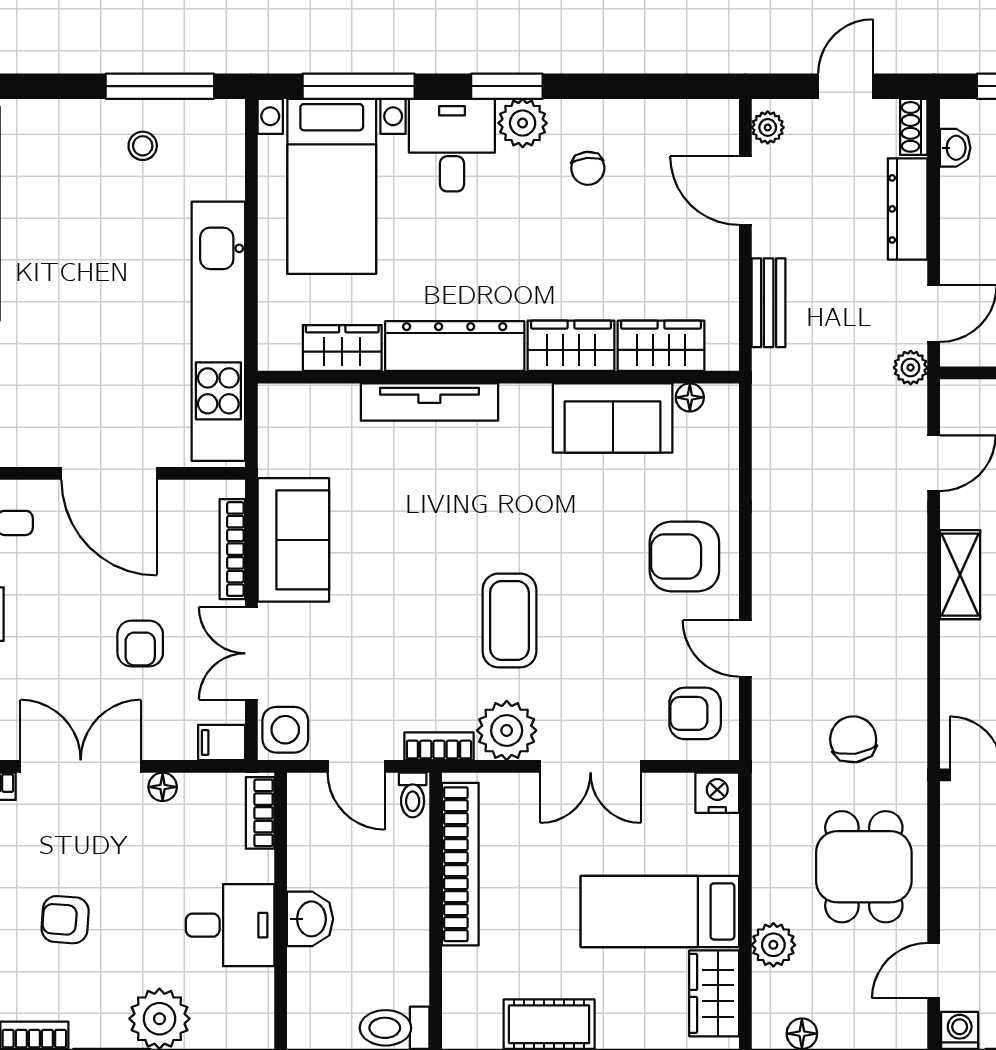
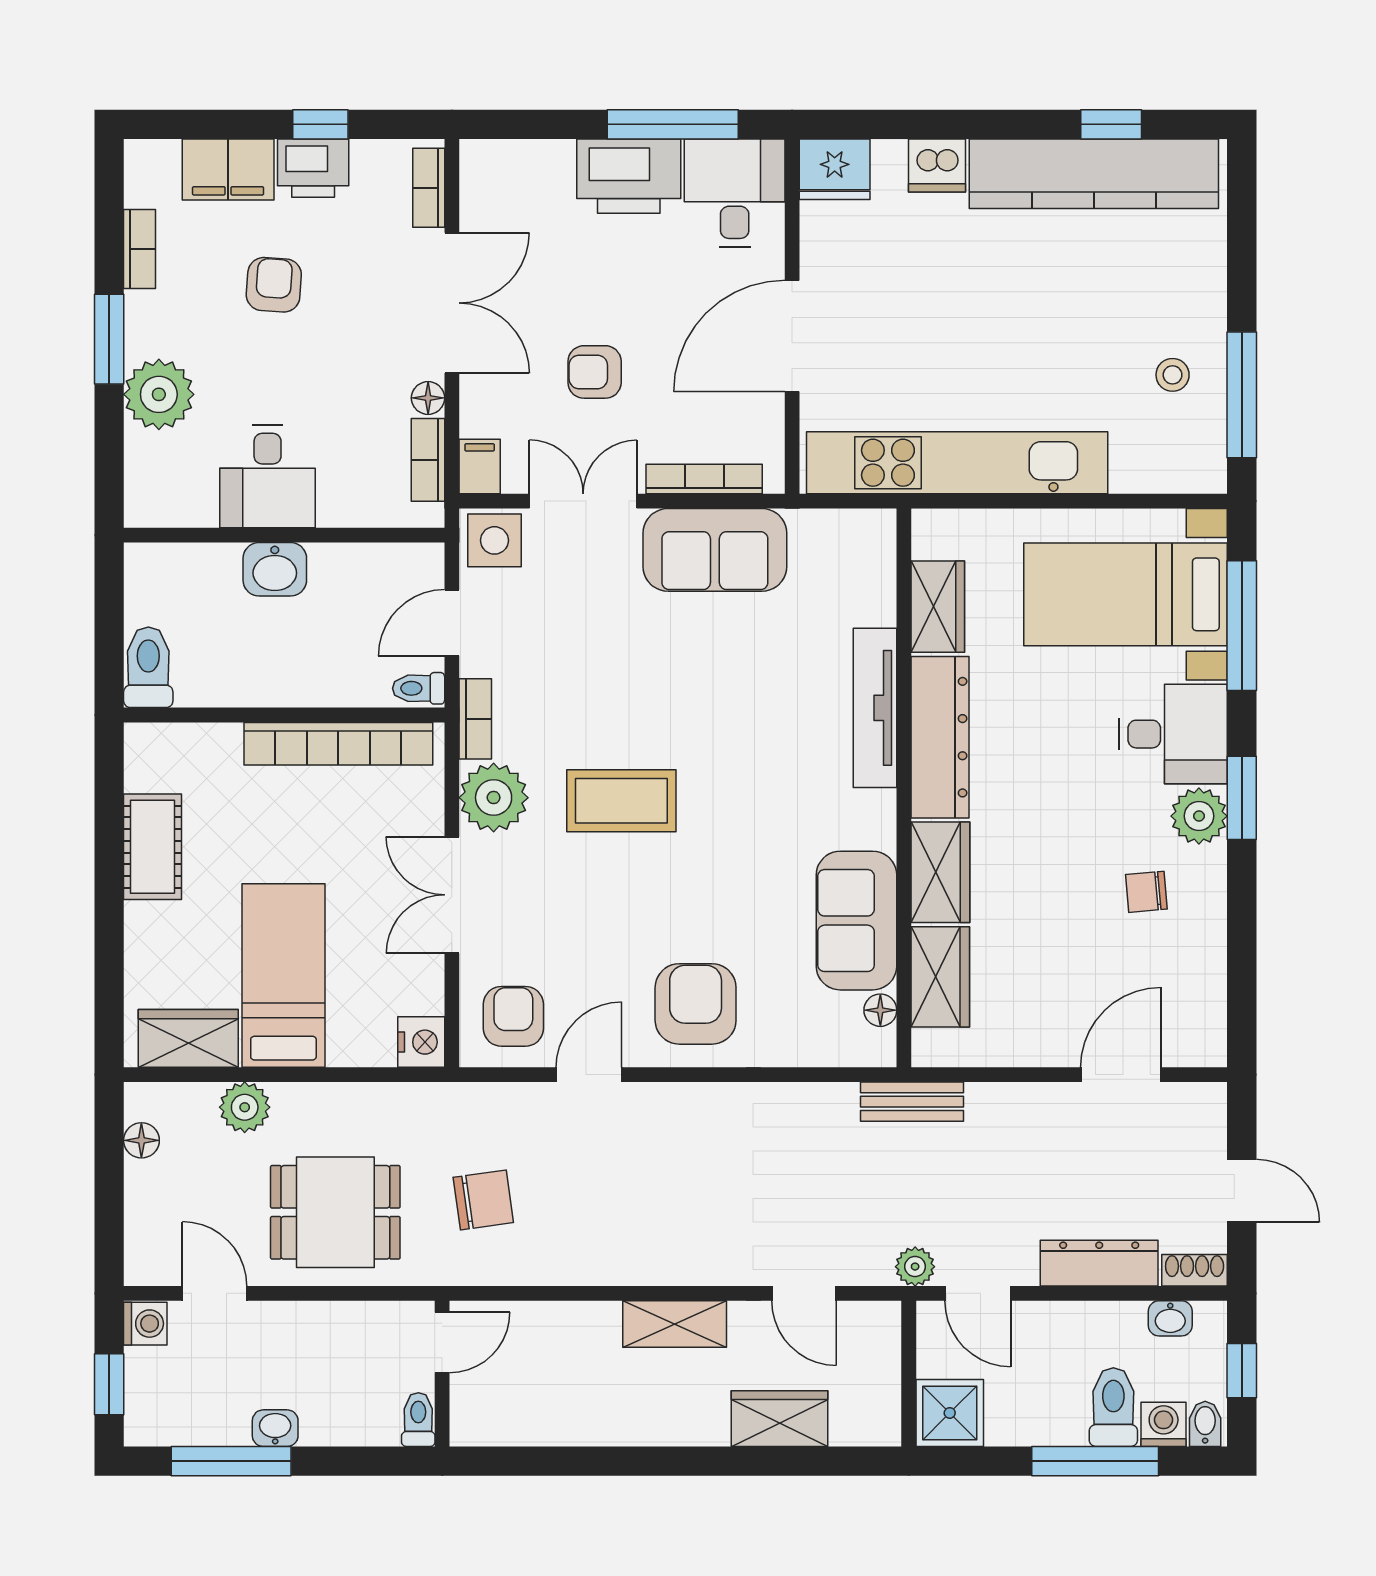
plant: (768, 127) -> (1194, 1101), removed
bench: (769, 303) -> (912, 1102), moved
bookcase: (260, 813) -> (428, 460), moved, turned -90

